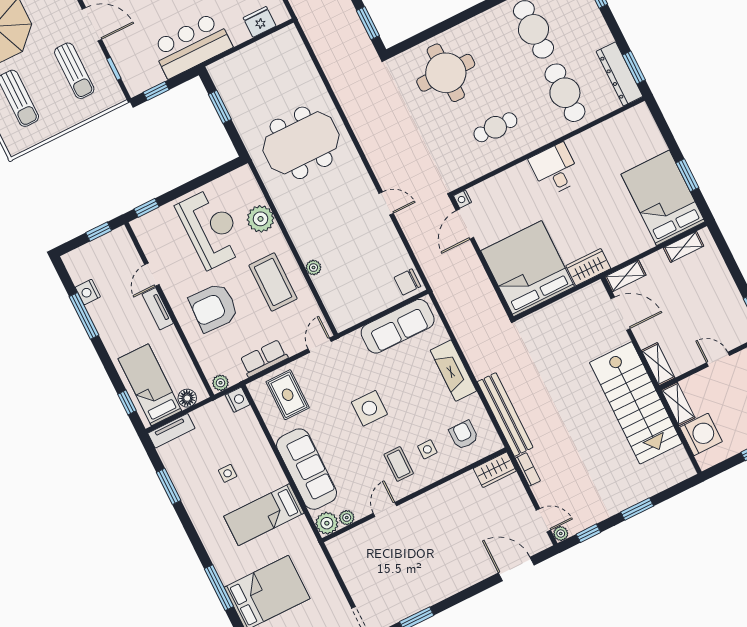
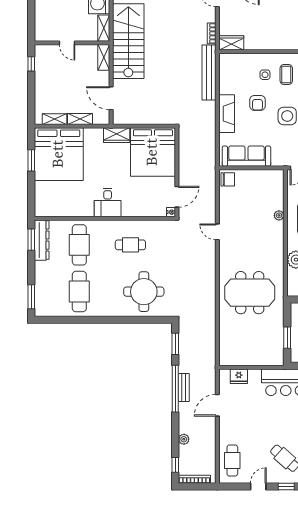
bed: (663, 198) -> (59, 154), width x1.36
shelving: (625, 276) -> (80, 119), moved
armchair: (464, 435) -> (257, 103), moved

